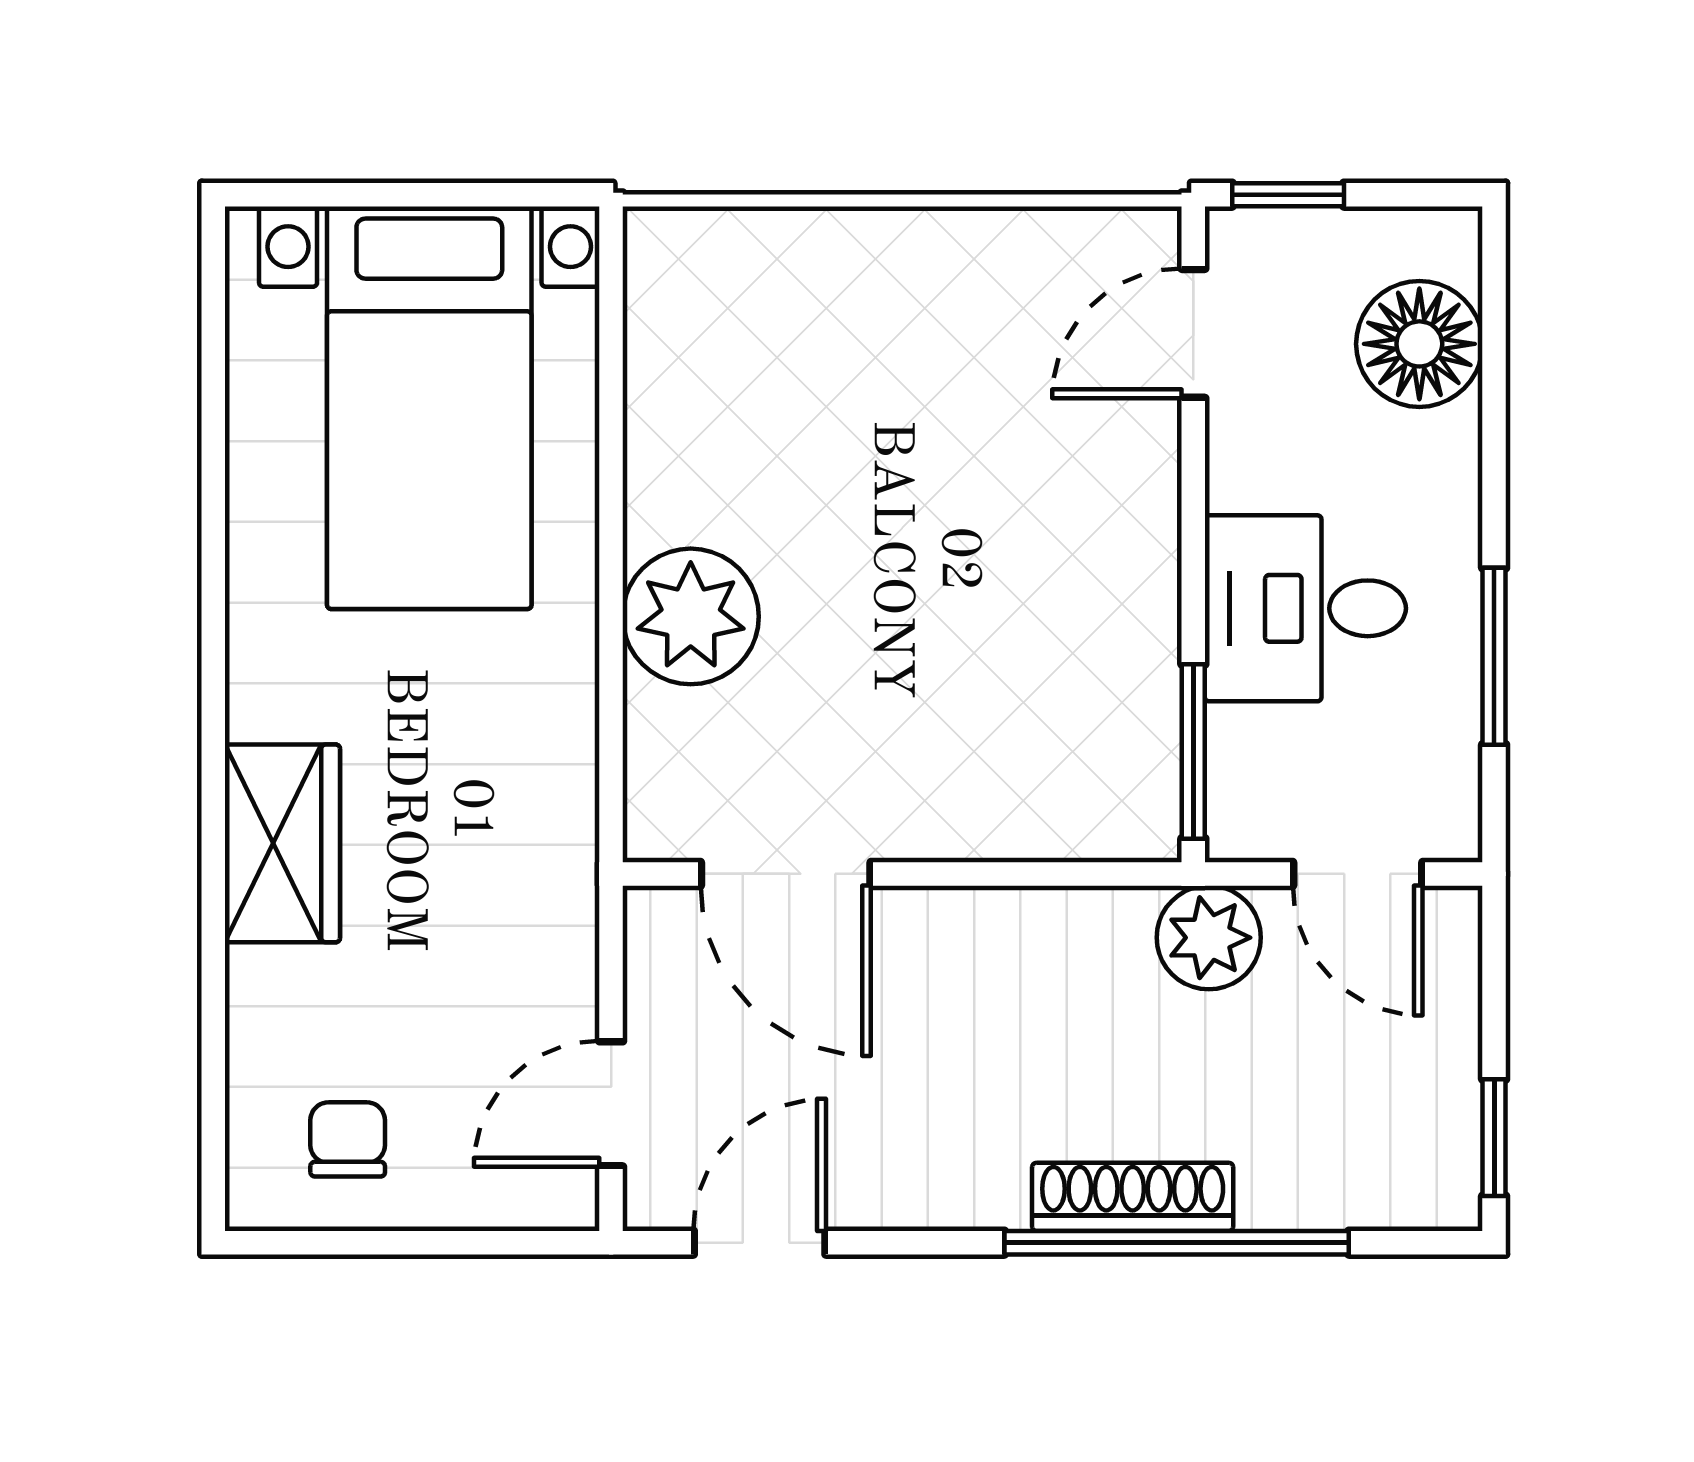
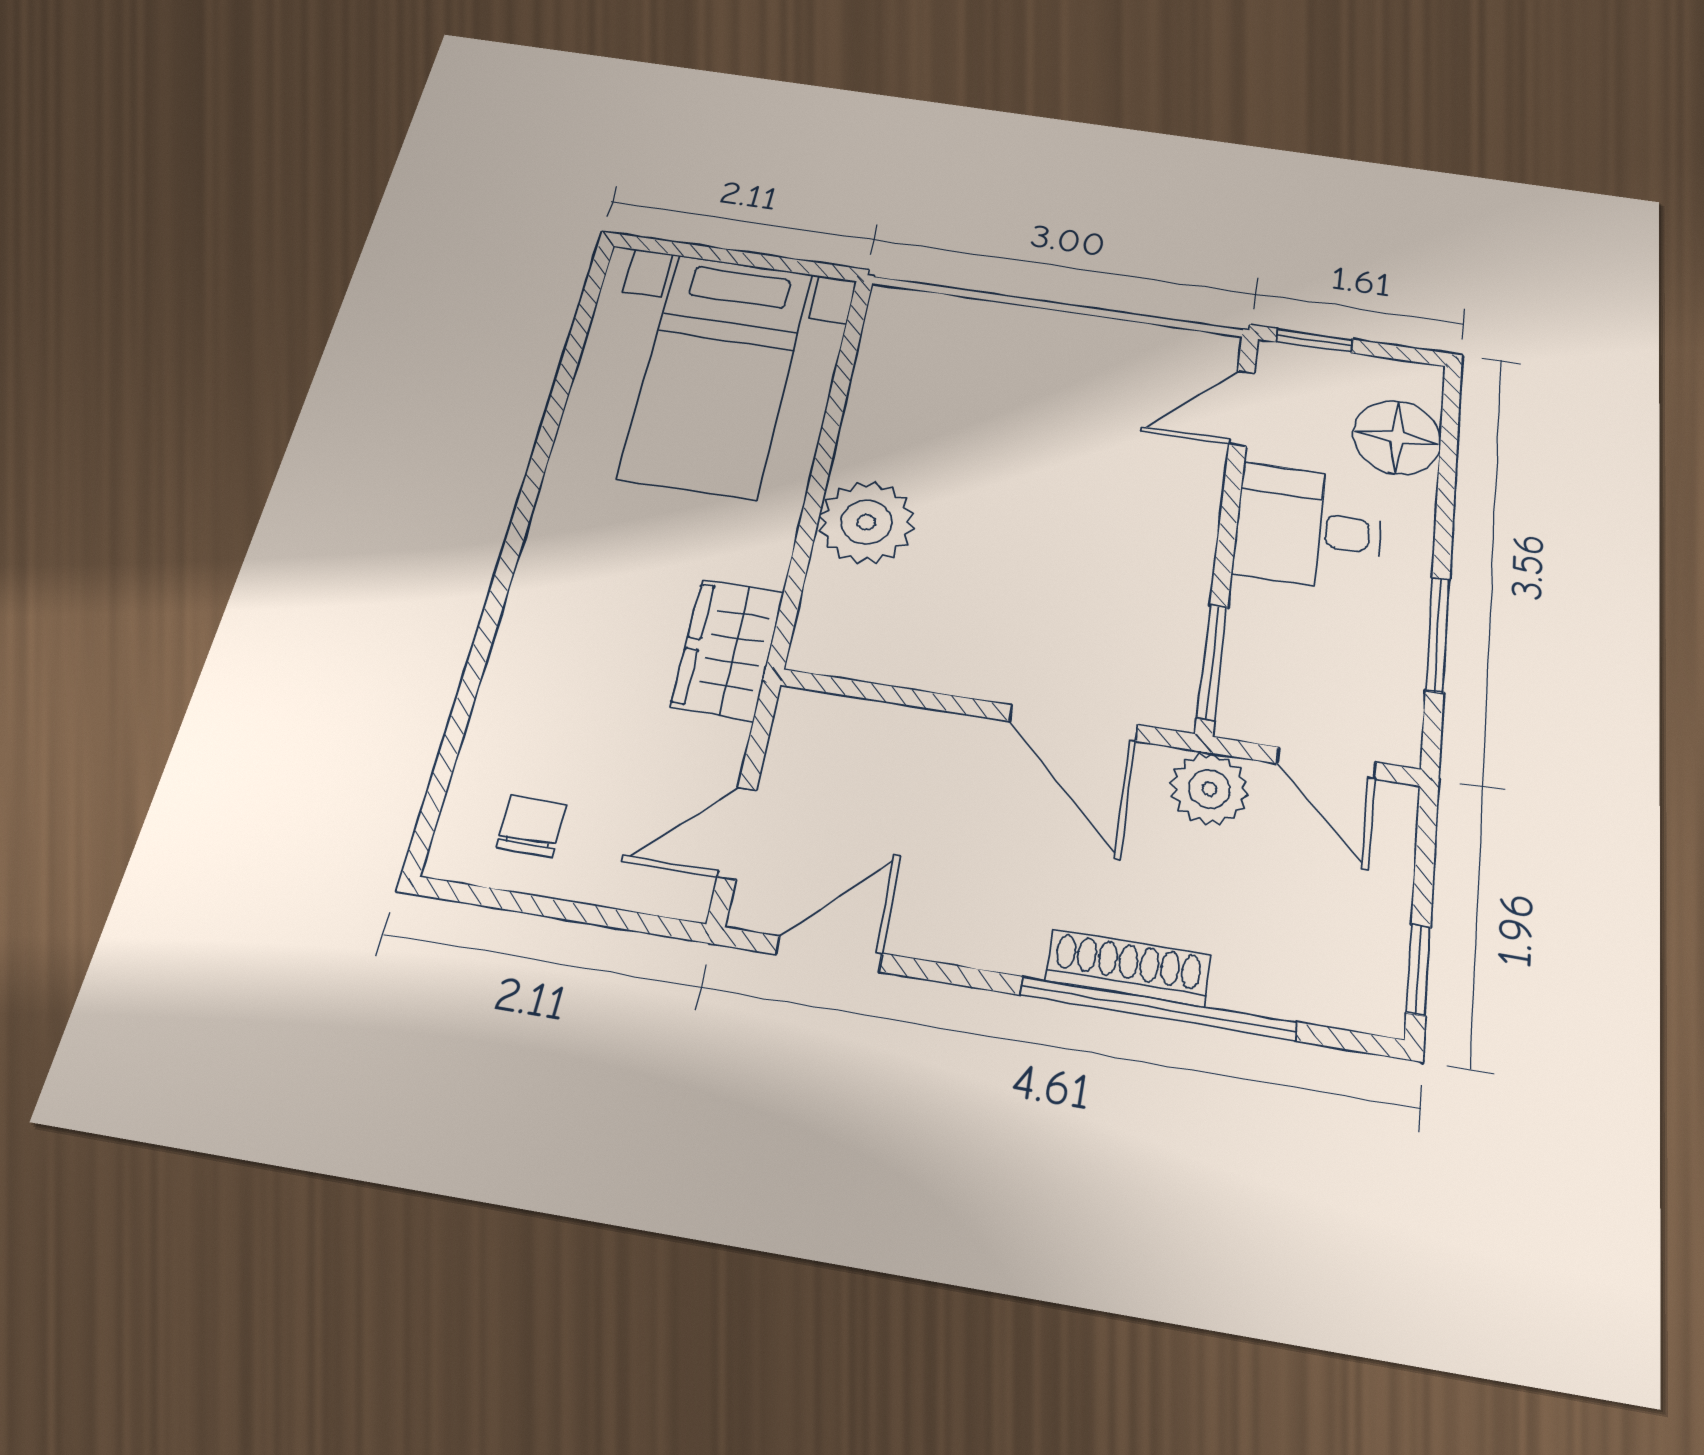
desk: (1305, 608) -> (1308, 528), moved
wardrobe: (282, 843) -> (728, 649), moved, turned 180
door: (786, 874) -> (1074, 723), moved

